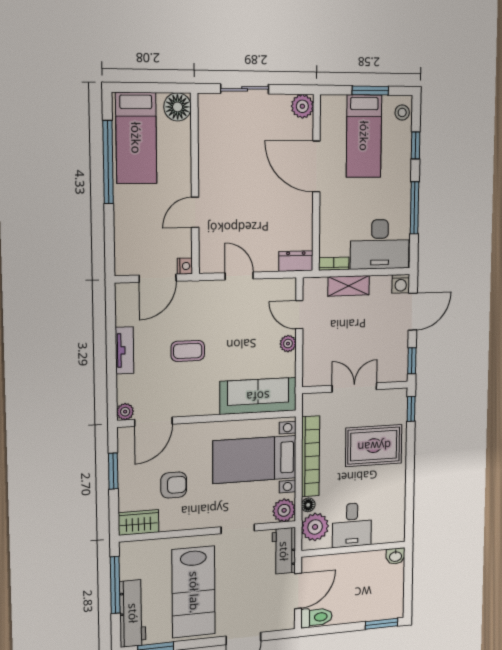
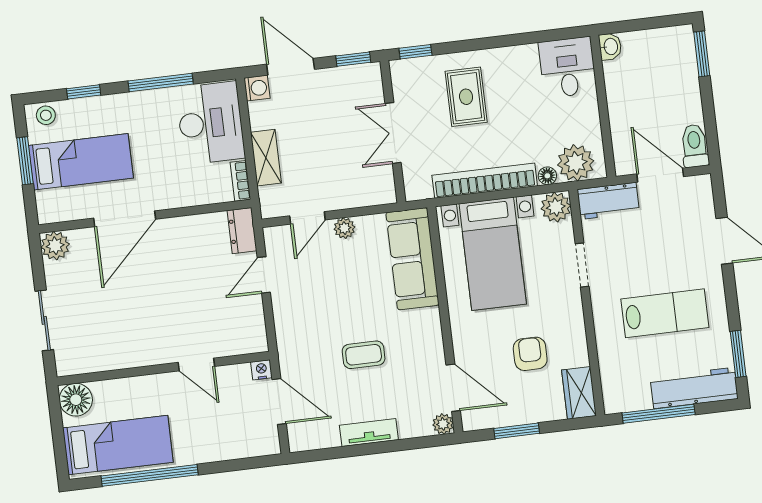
door: (239, 276) -> (264, 275), moved
coffee table: (188, 351) -> (364, 355), turned 90
rug: (374, 446) -> (466, 97), width x0.73, depth x0.70
desk: (352, 525) -> (568, 67), moved, turned -90
lab bench: (194, 592) -> (665, 313), width x0.73, depth x0.72

